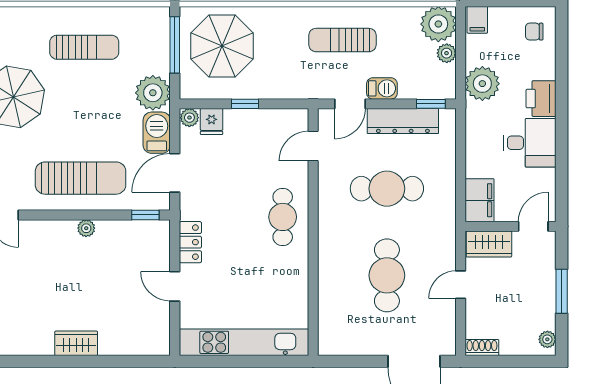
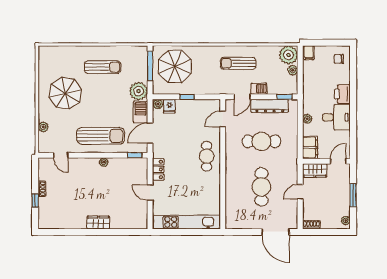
plant: (482, 84) -> (307, 119), moved, width x0.53, depth x0.53

